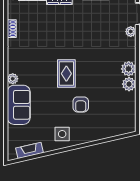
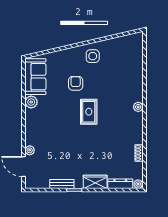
plant: (129, 69) -> (32, 116), removed
sofa: (19, 105) -> (35, 77), moved, turned 180
fireplace: (30, 150) -> (123, 41), removed

